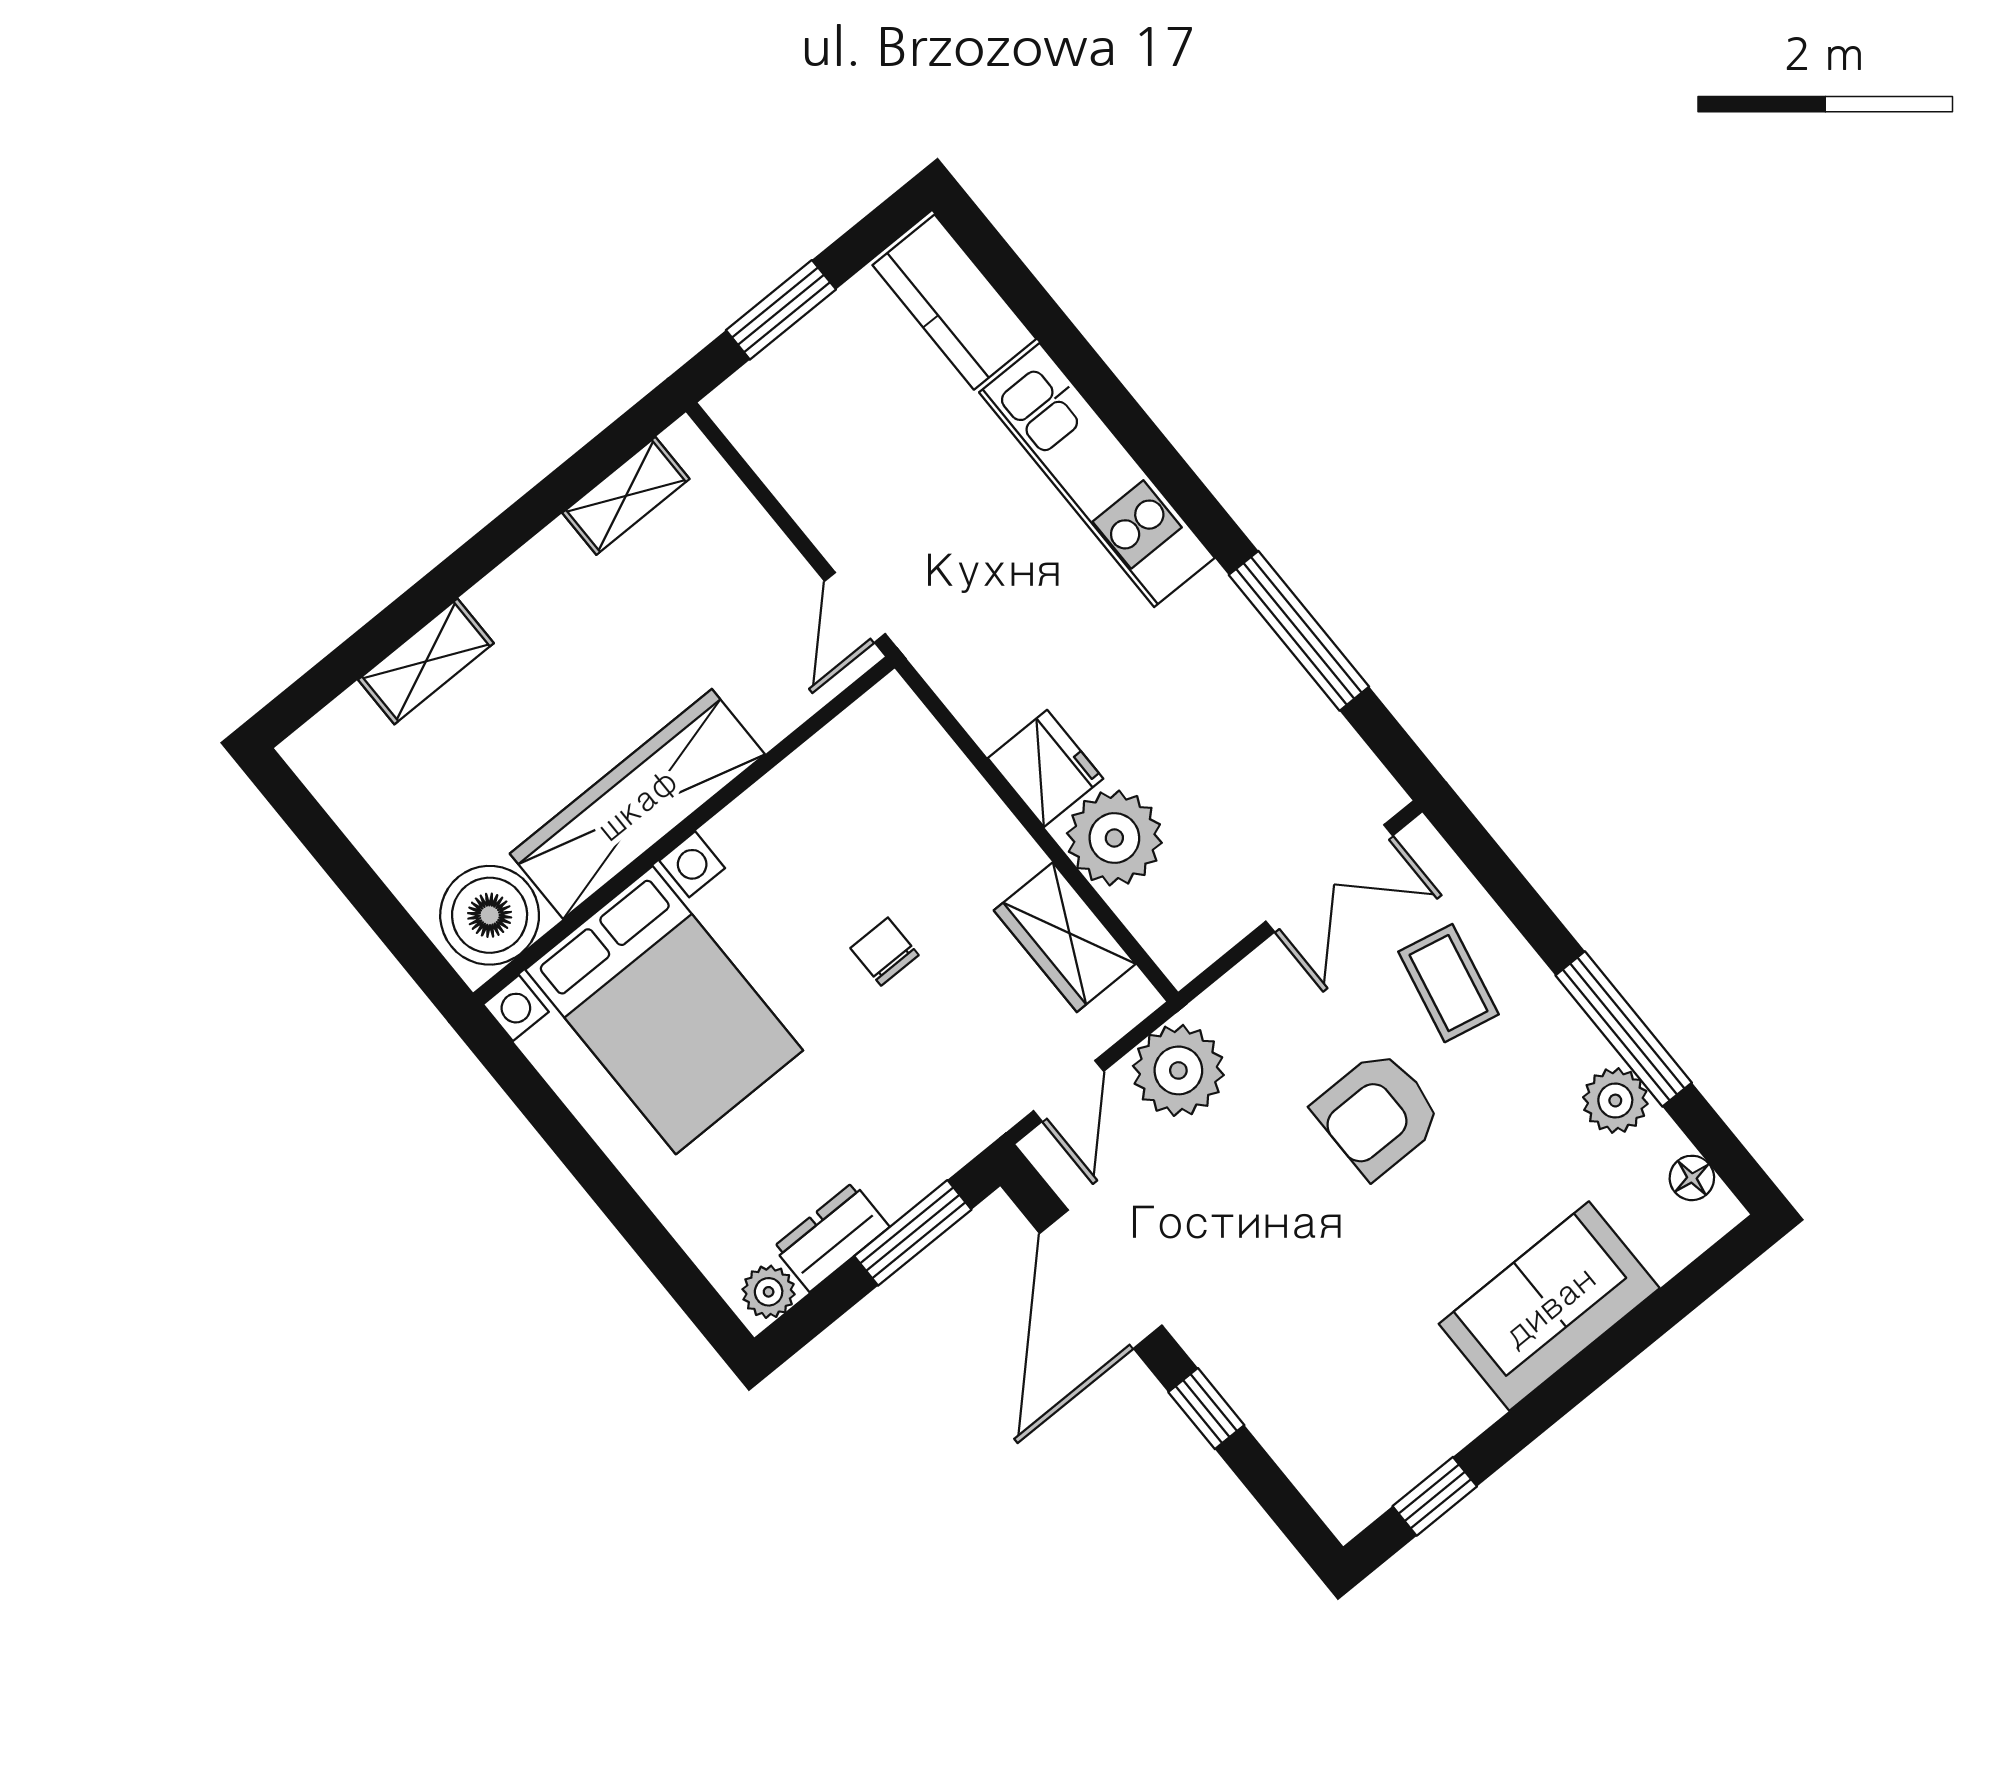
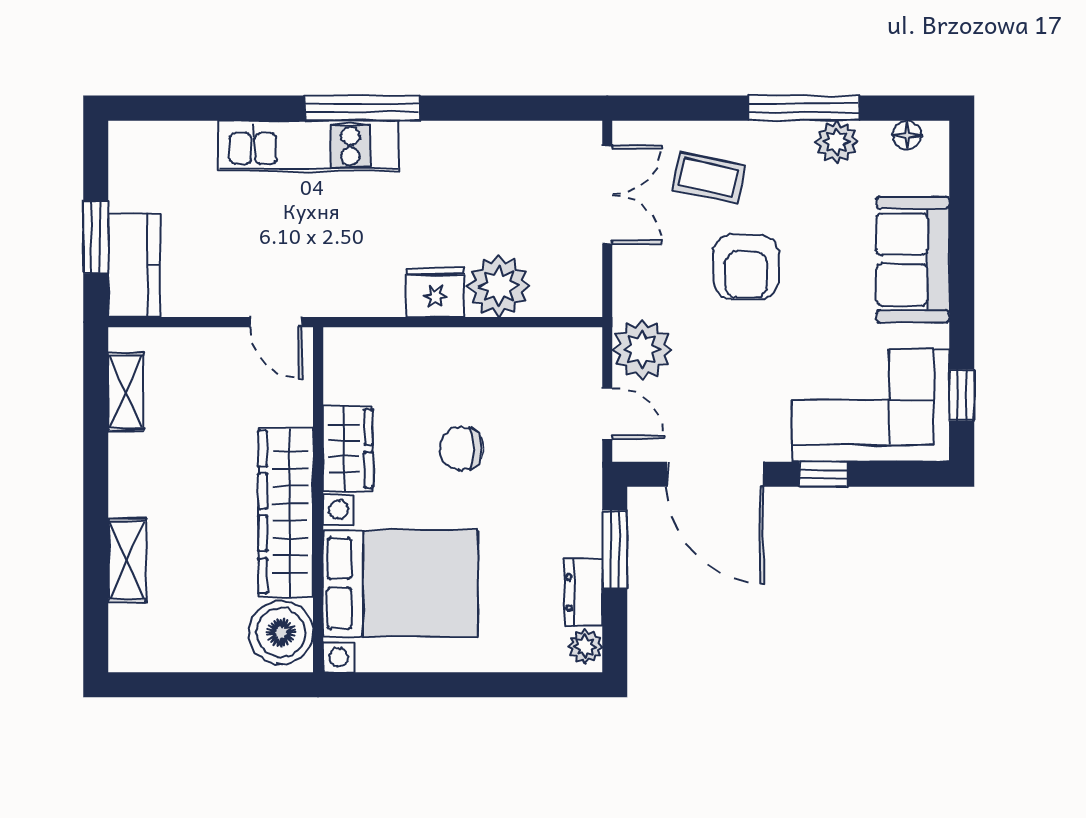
kitchen counter: (954, 302) -> (134, 265), moved, turned -90
window: (1299, 631) -> (362, 108), moved
wardrobe: (1065, 937) -> (348, 448), moved, turned -90
chair: (885, 952) -> (461, 449), width x1.37, depth x1.37
corner sofa: (1334, 1398) -> (871, 406), added

